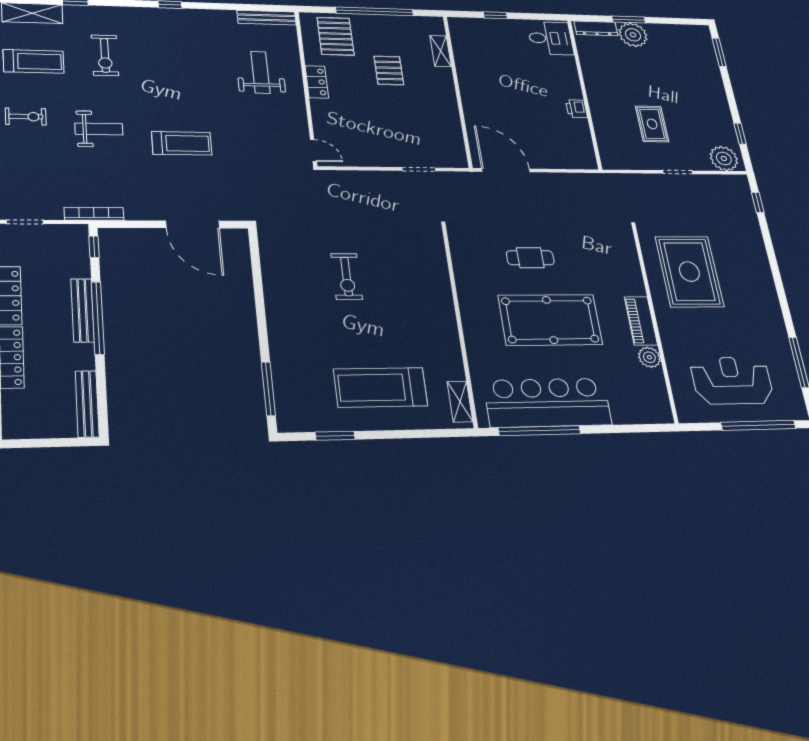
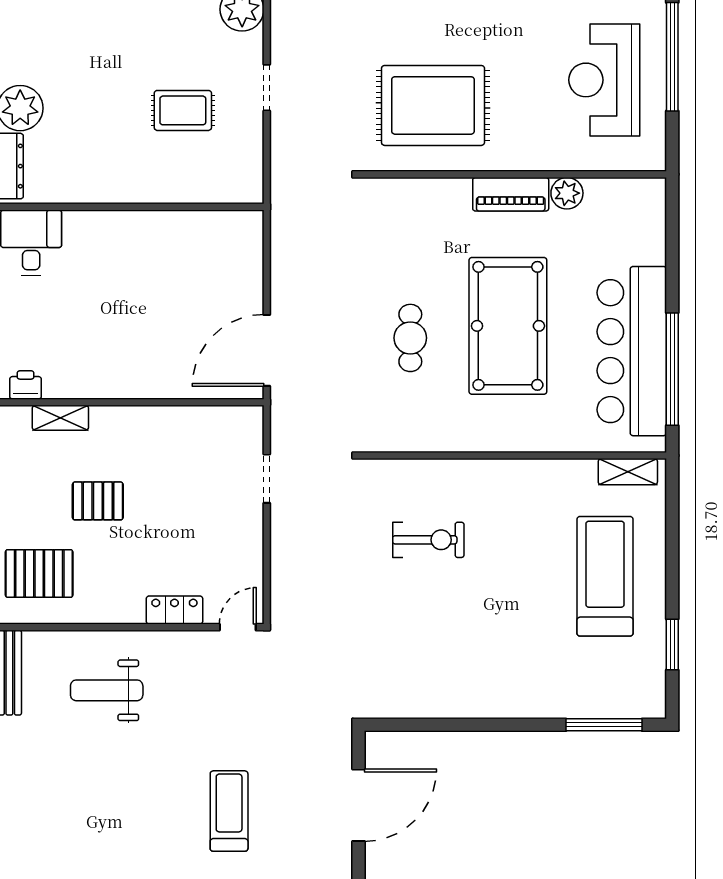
locker: (317, 82) -> (174, 610), moved
printer: (577, 109) -> (26, 385), moved, turned 180
exercise bike: (347, 277) -> (428, 540), moved
treadmill: (381, 387) -> (605, 576), turned 180

